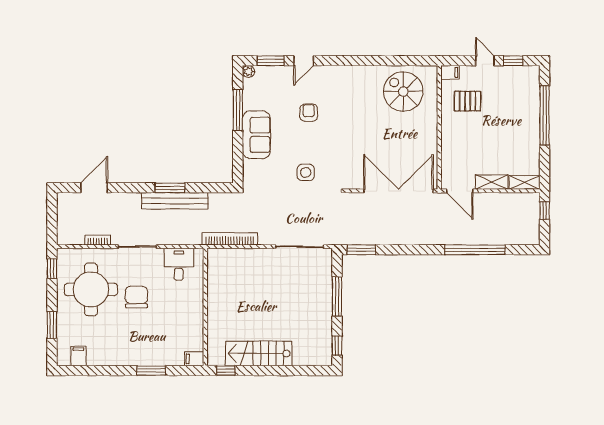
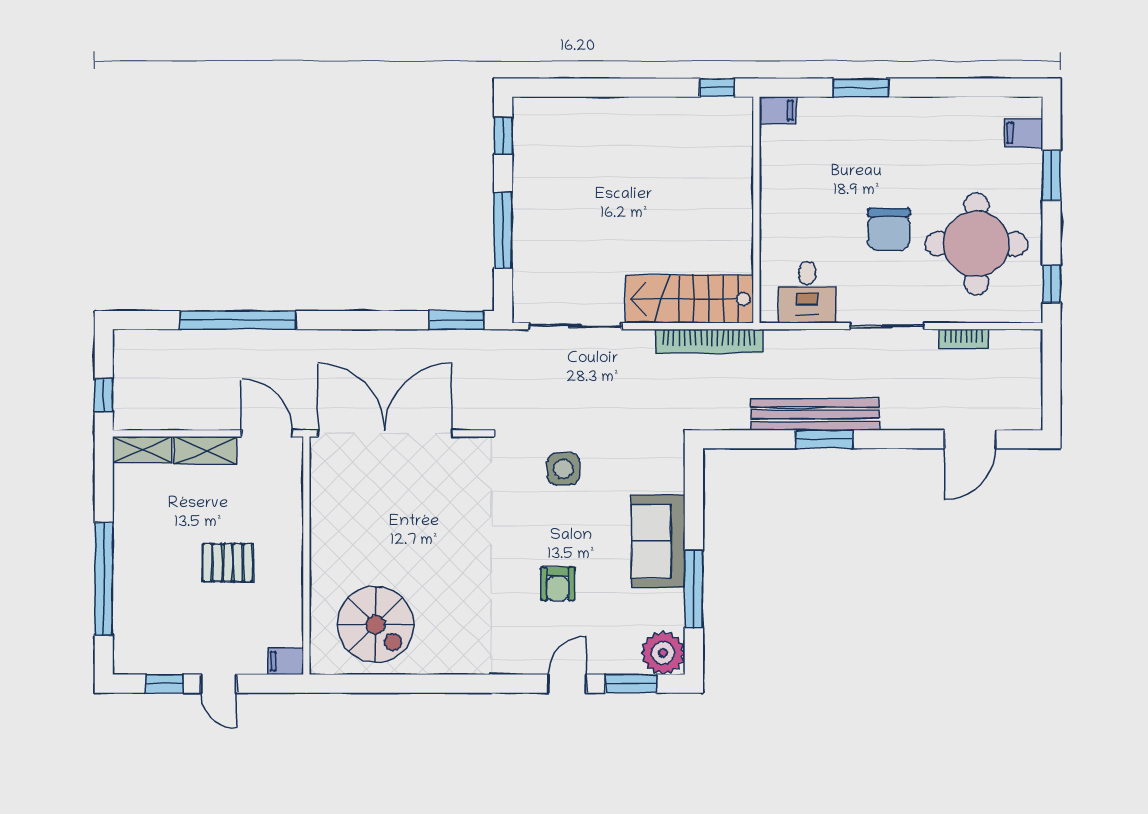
plant: (249, 72) -> (663, 653), width x1.88, depth x1.88
pallet: (468, 101) -> (228, 563), moved
double door: (398, 191) -> (385, 433), swing flipped
stairs: (259, 353) -> (690, 299), moved, turned 180
filing cabinet: (78, 356) -> (1023, 133), moved, turned 90

